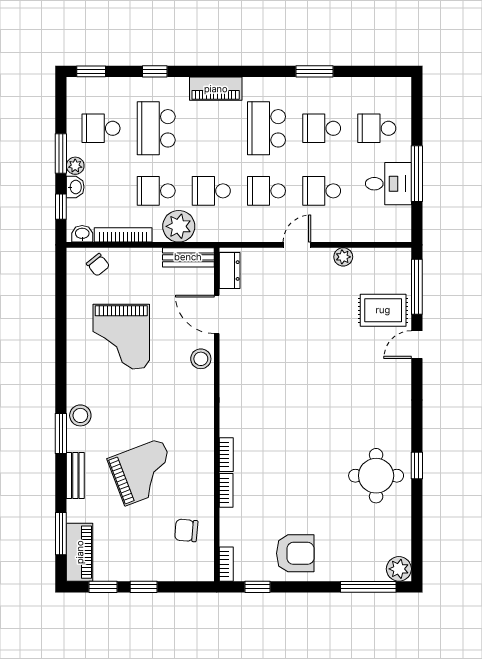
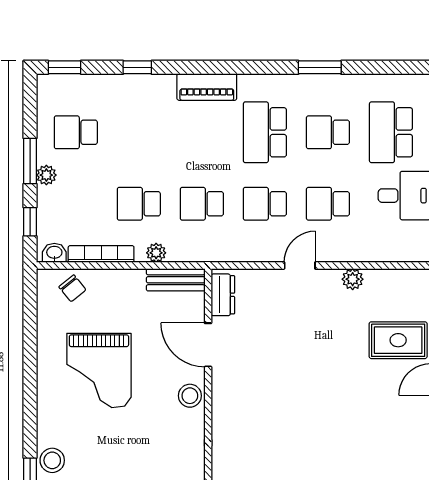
school desk: (156, 128) -> (139, 132), removed
school desk: (377, 128) -> (391, 132), width x1.85
washbasin: (75, 187) -> (46, 199), removed
plant: (179, 226) -> (156, 253), width x0.53, depth x0.53

